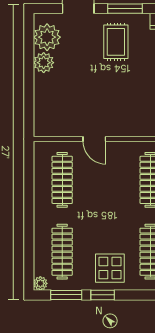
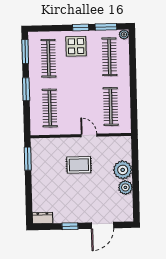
window: (125, 9) -> (70, 226), width x0.67
plant: (47, 37) -> (123, 170), moved
rug: (116, 42) -> (79, 165), moved, turned 90

